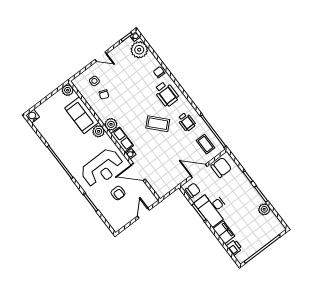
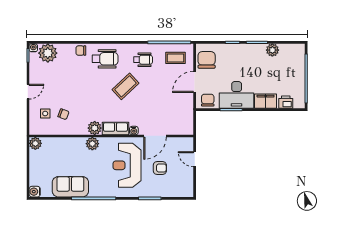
sofa: (82, 115) -> (70, 187), moved, turned 180
reception desk: (102, 168) -> (127, 165), turned 180

